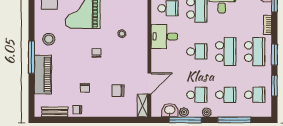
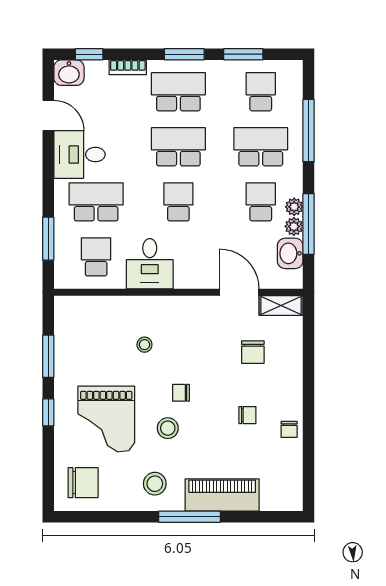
stool: (78, 46) -> (168, 428), added
school desk: (226, 95) -> (261, 147), width x1.85
bench: (55, 112) -> (293, 473), removed
plant: (207, 112) -> (294, 207), moved

